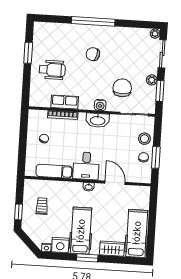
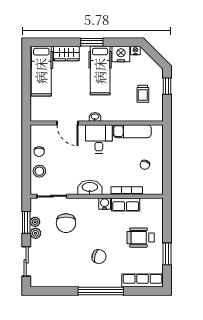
row of seats: (53, 29) -> (143, 281), added
plant: (155, 34) -> (35, 222), moved
water cooler: (100, 105) -> (105, 204), moved
window: (156, 157) -> (26, 152), removed

